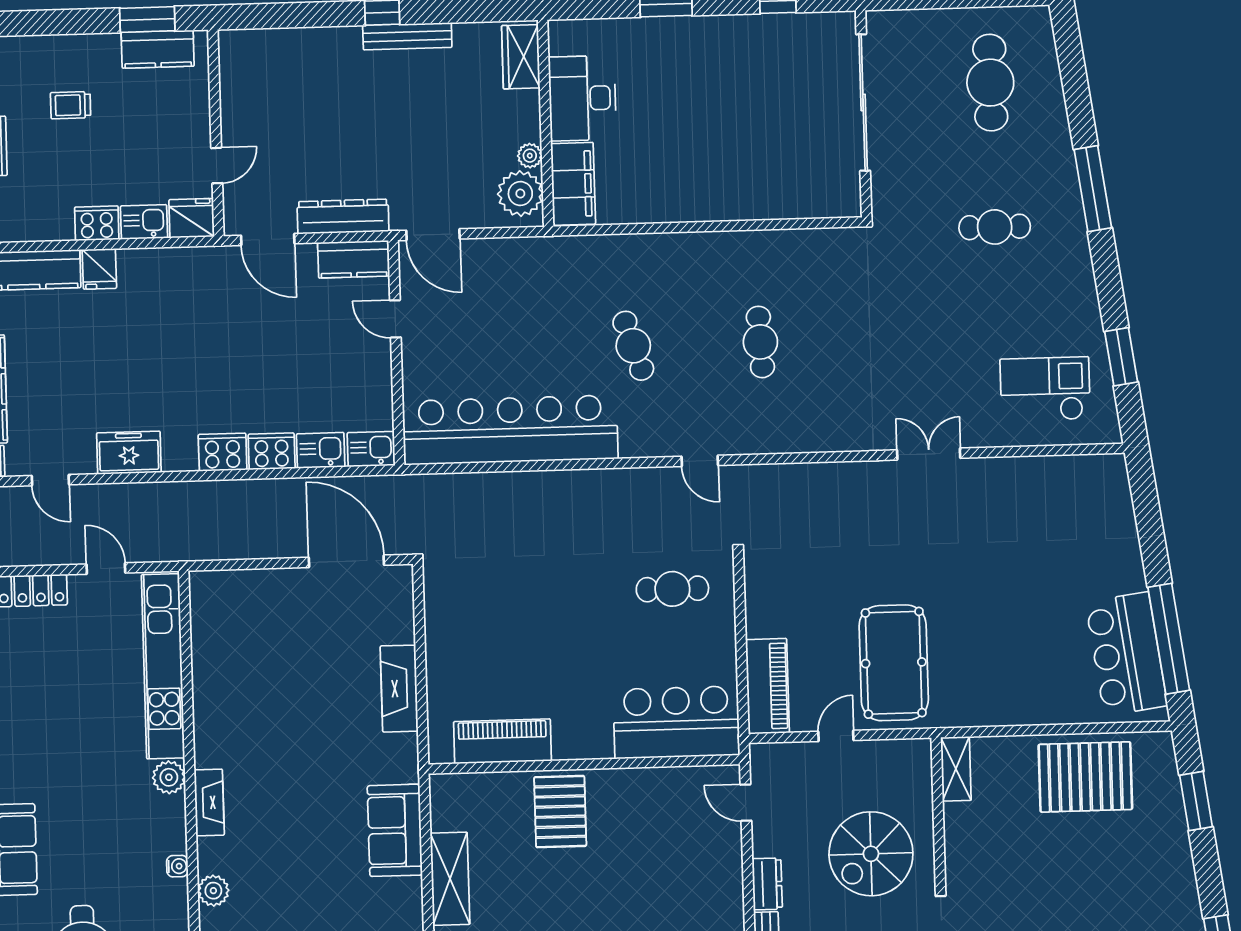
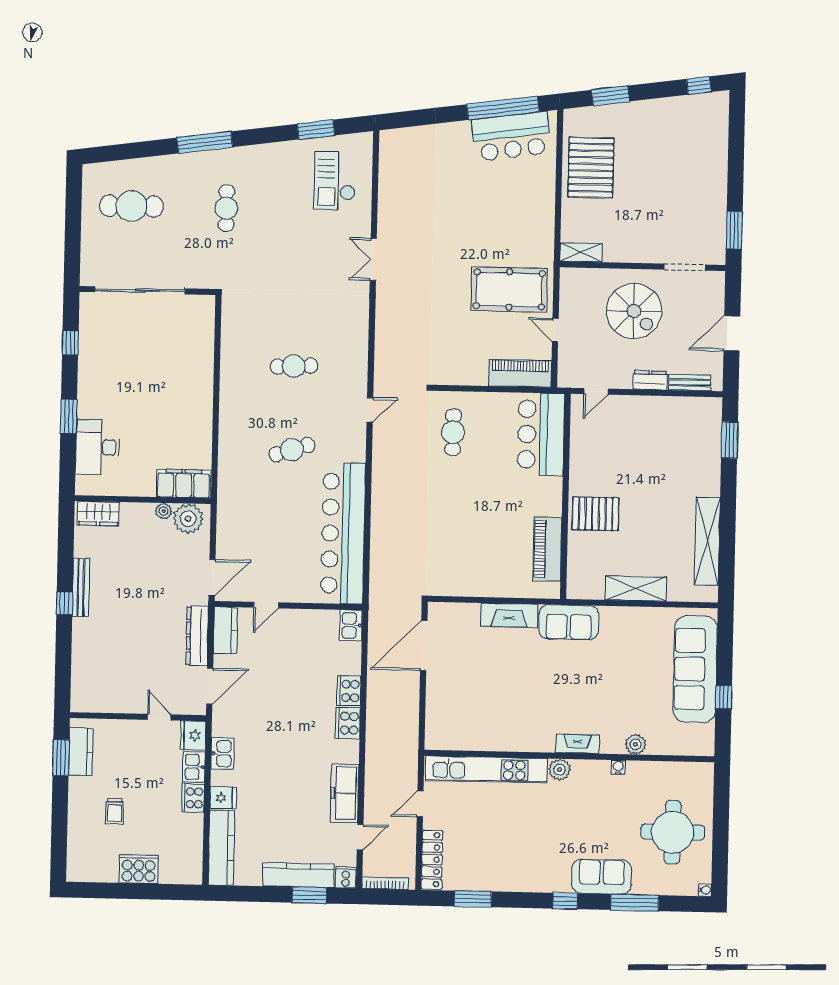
desk: (582, 98) -> (98, 447), moved, turned 90
kitchen sink: (321, 450) -> (222, 754), moved, turned 180
freezer: (129, 453) -> (345, 793), width x1.40
sofa: (395, 830) -> (569, 622), moved

